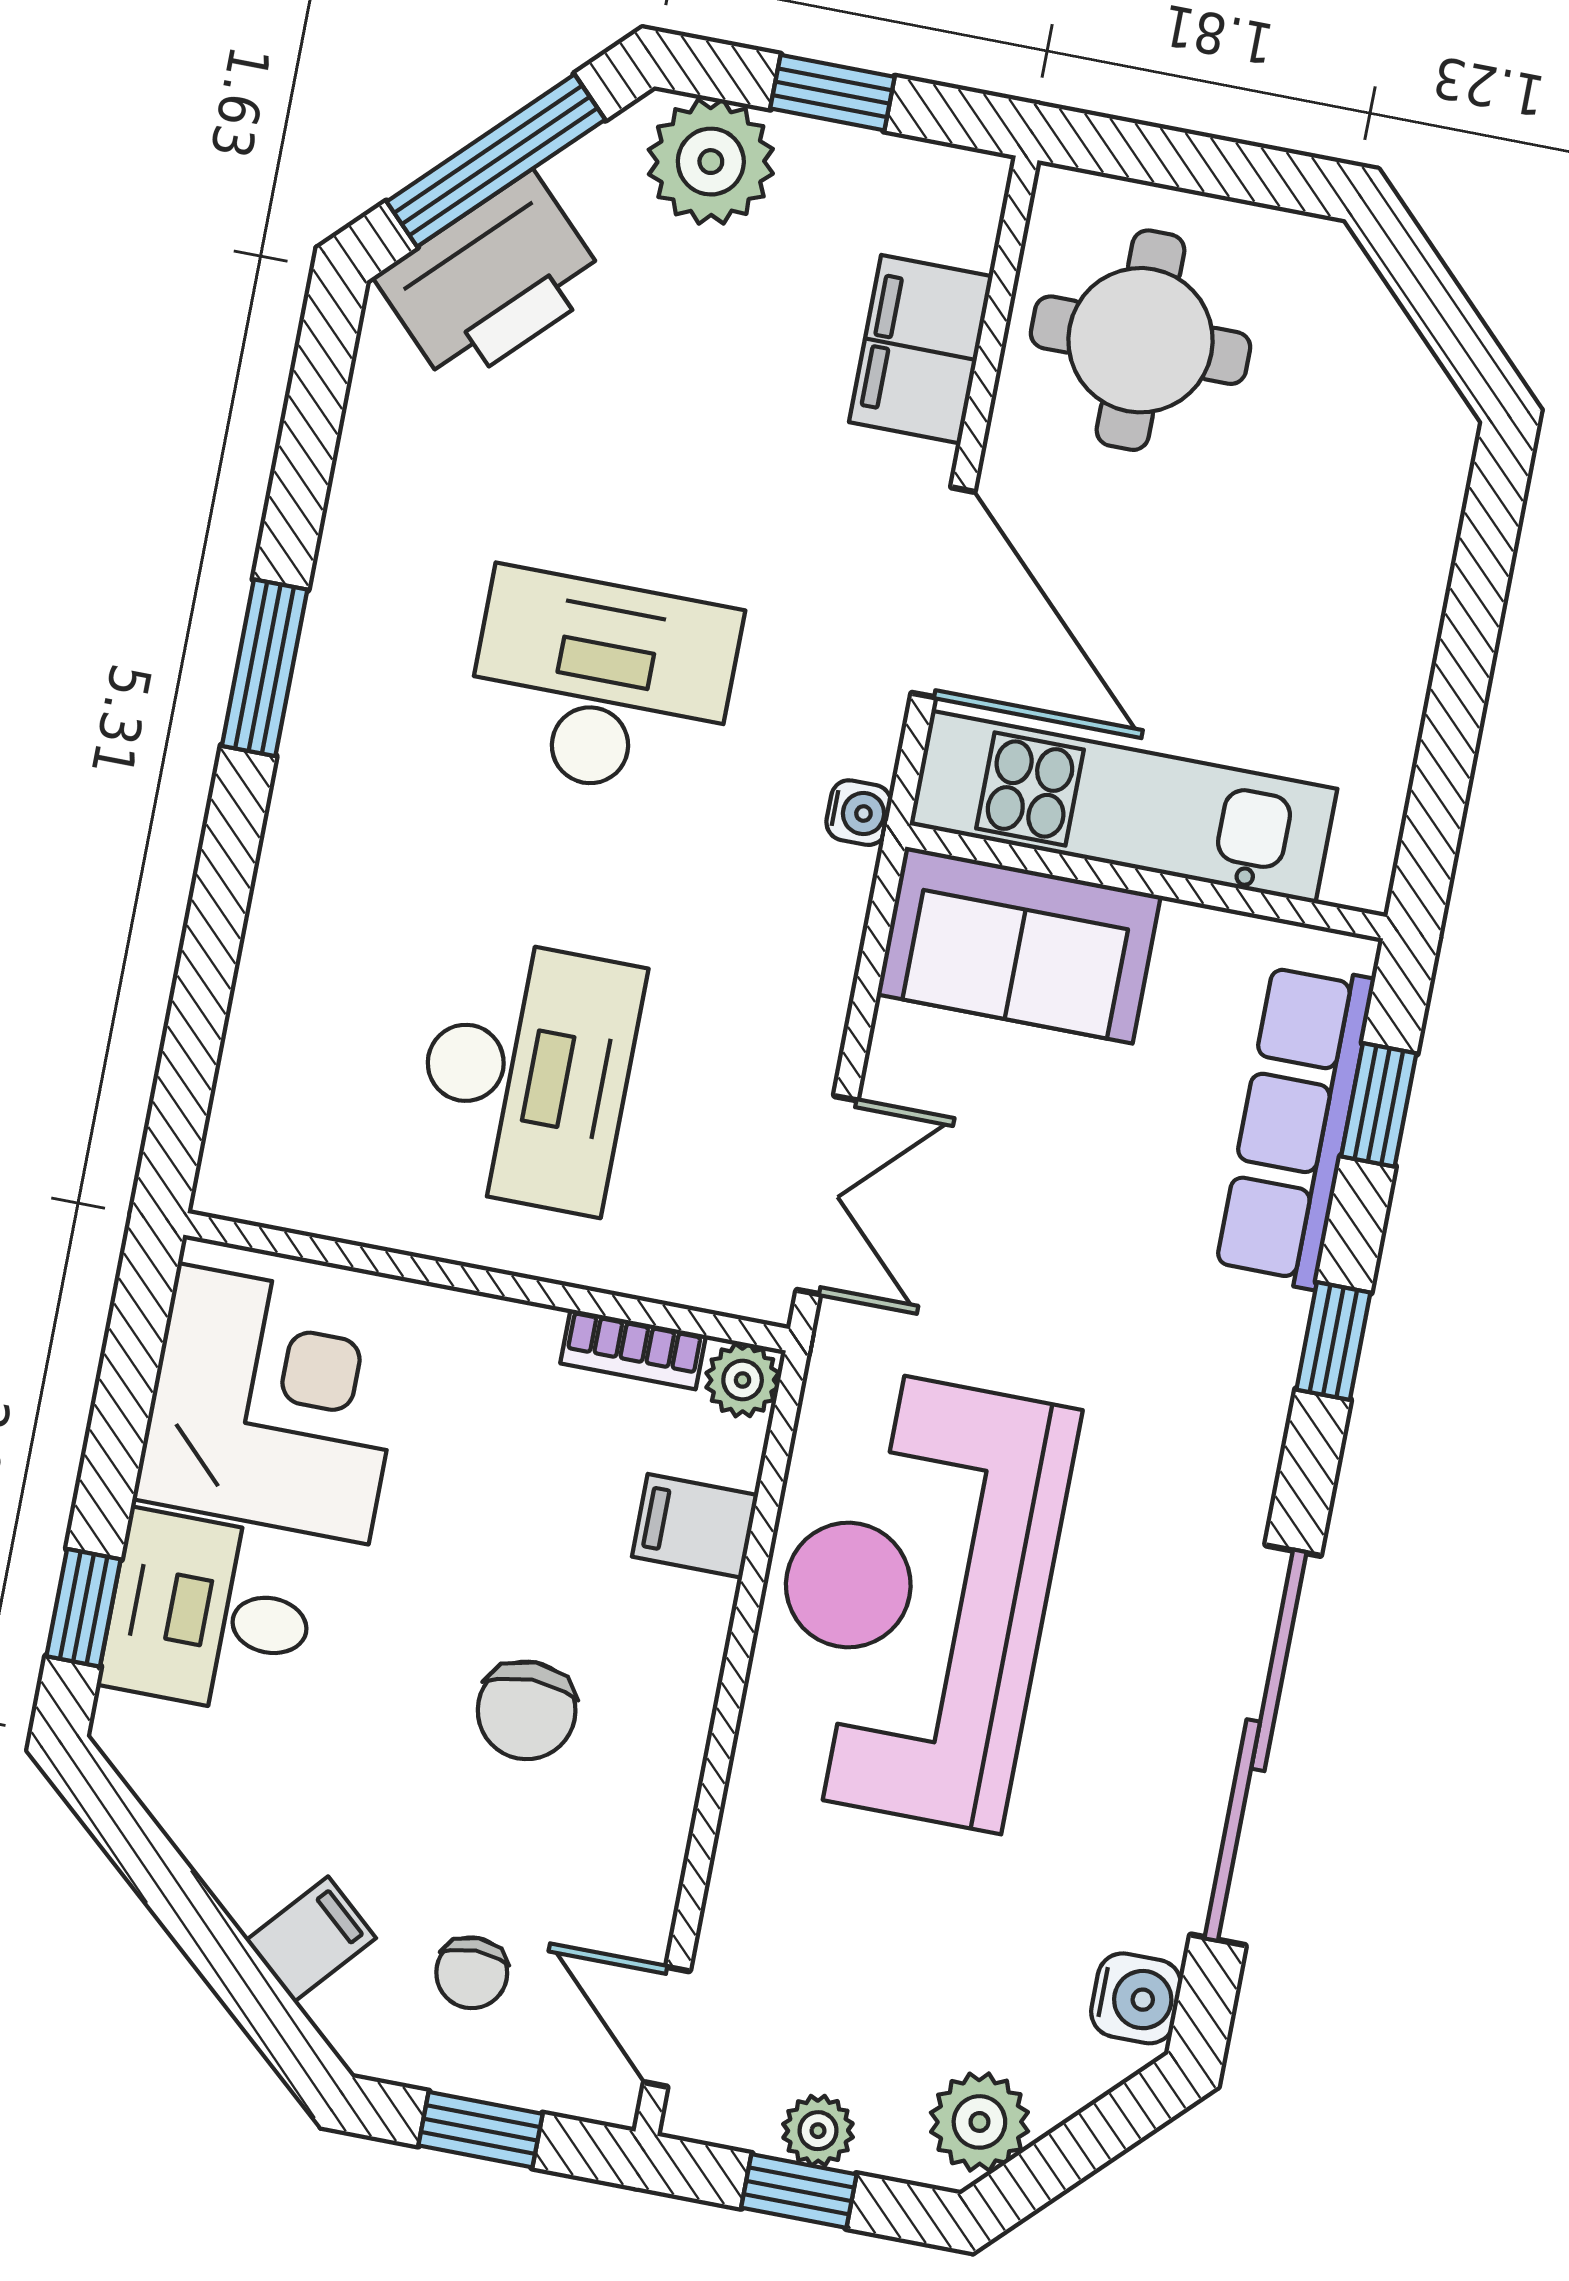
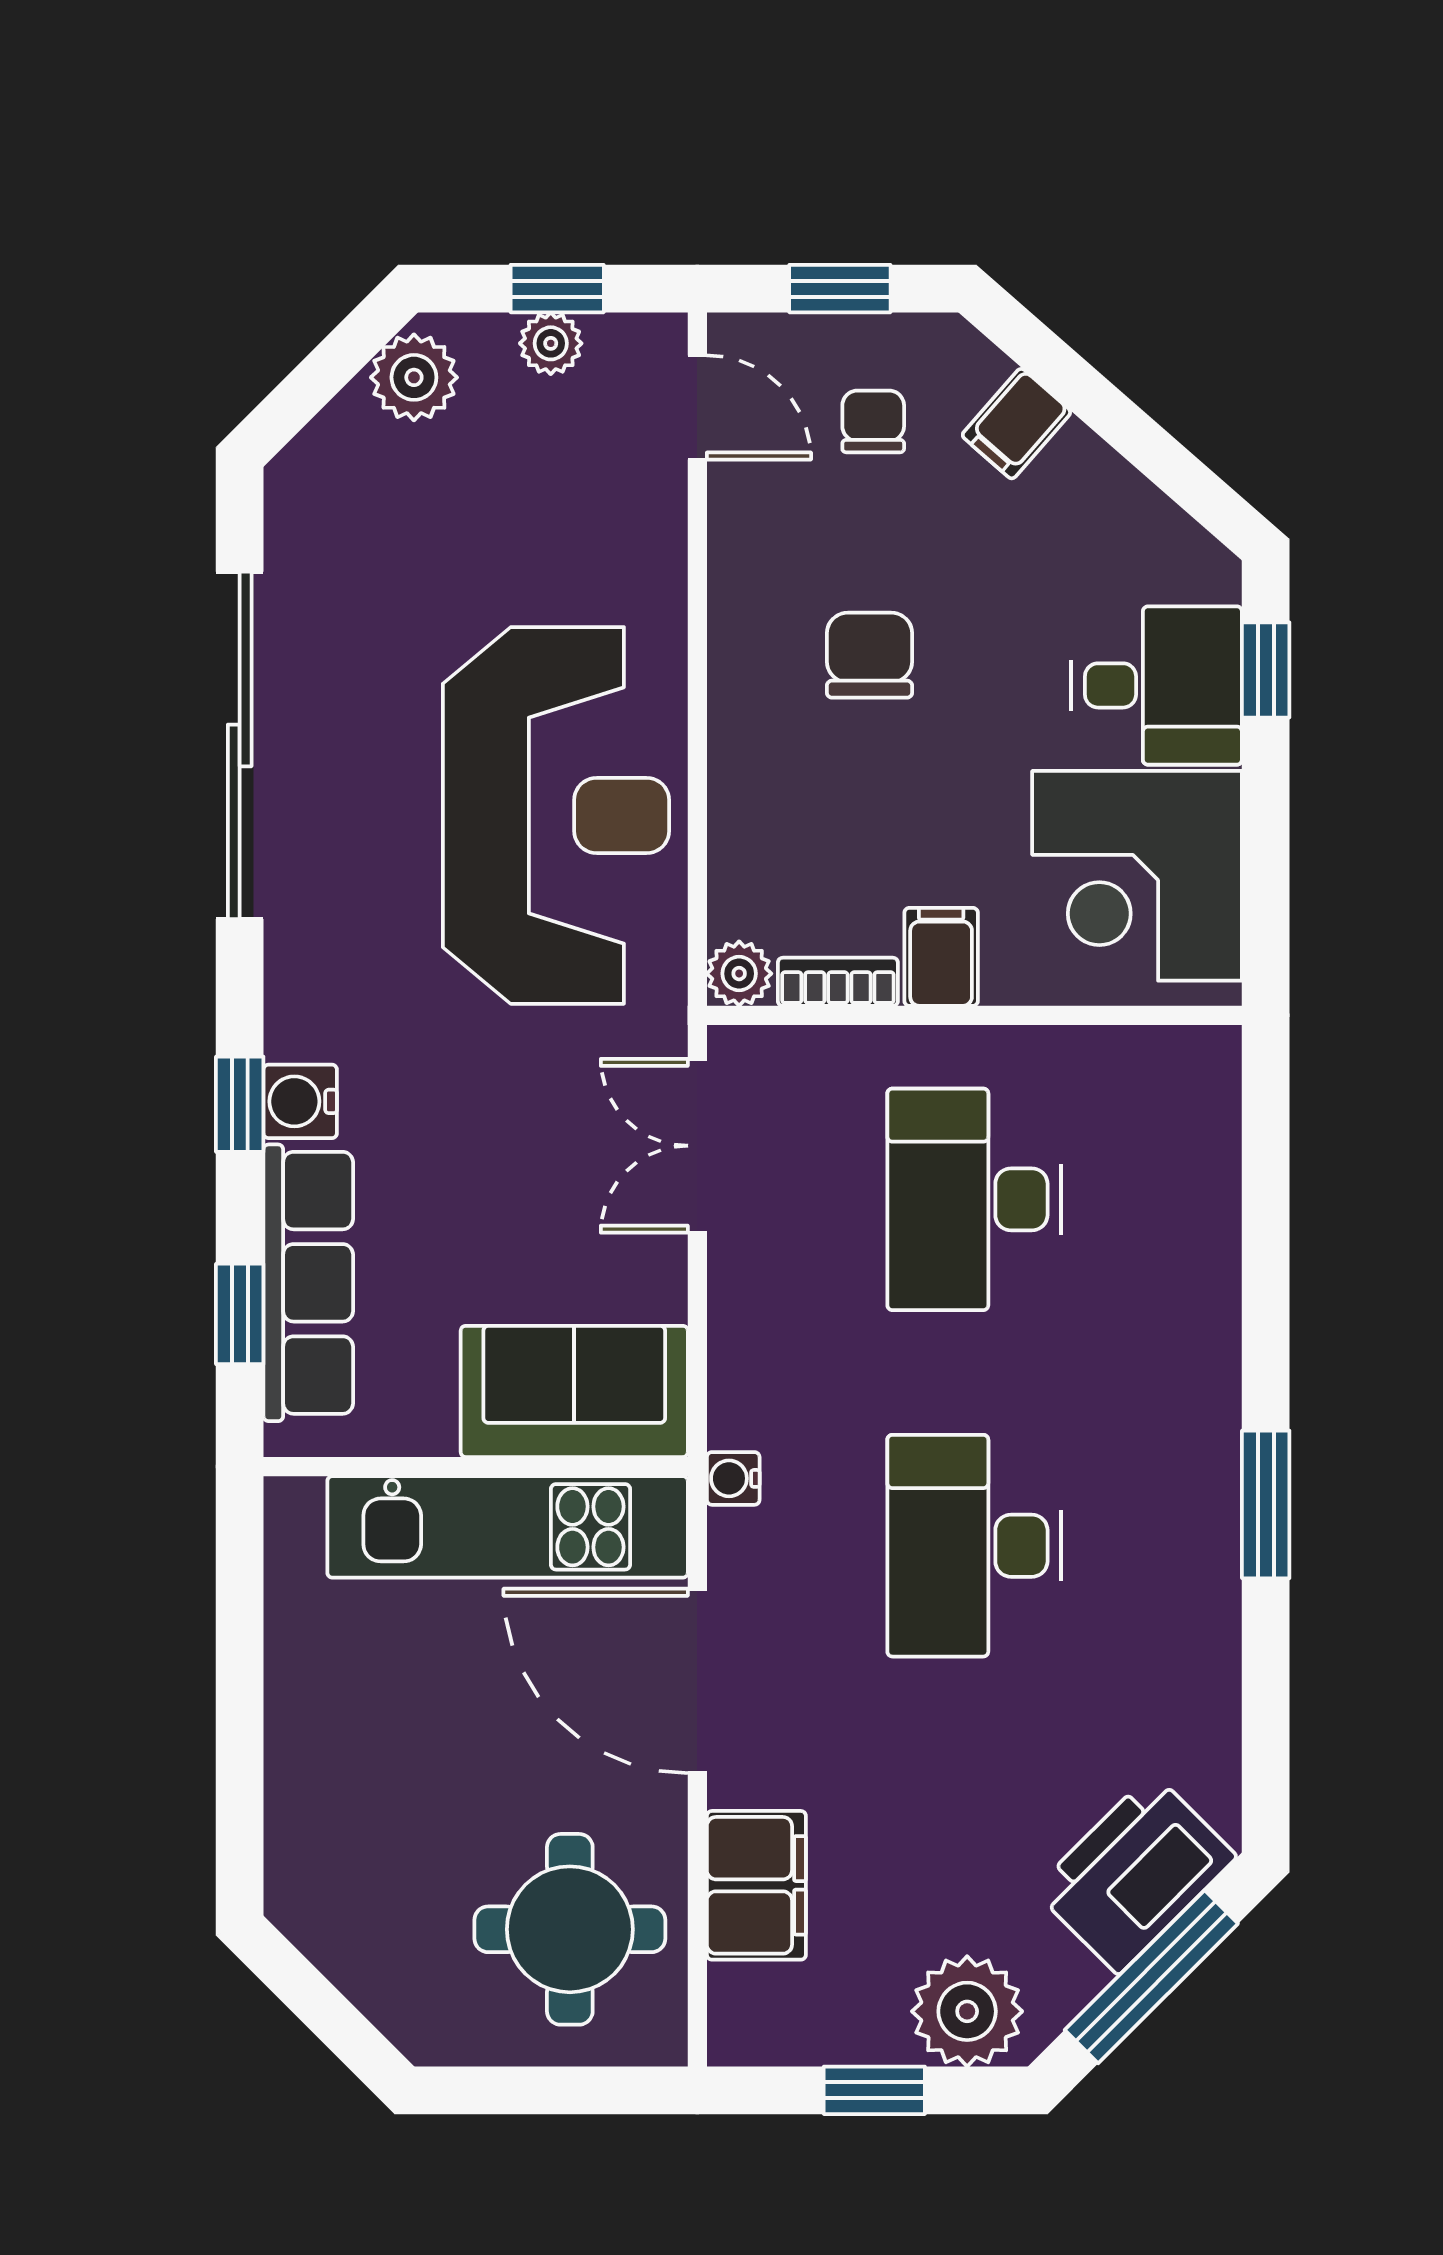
desk: (602, 684) -> (974, 1546), turned 90
filing cabinet: (695, 1526) -> (941, 957), moved, turned -90
water cooler: (1136, 1998) -> (300, 1101), moved

